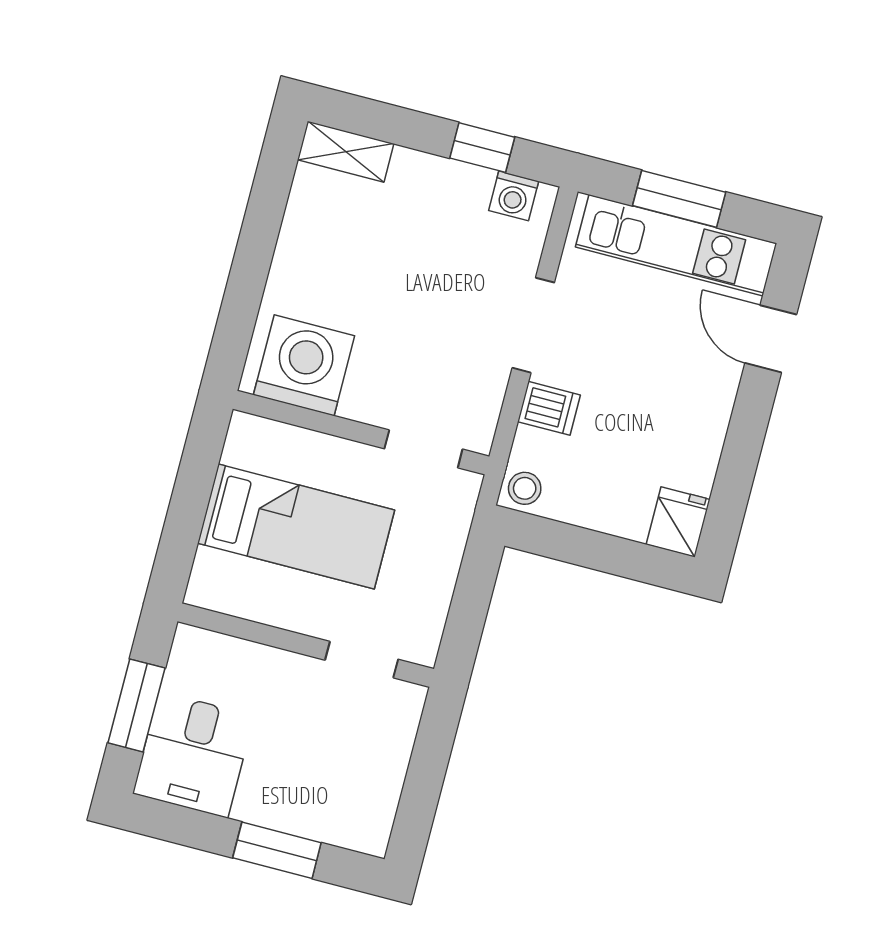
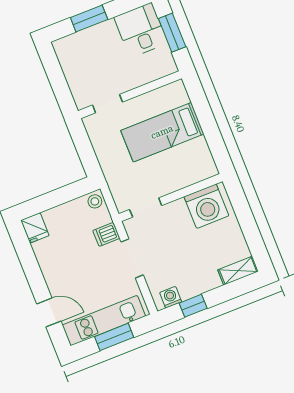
washing machine: (304, 365) -> (206, 206), moved
wall: (361, 433) -> (171, 198), moved
doorway: (423, 449) -> (146, 207), moved

